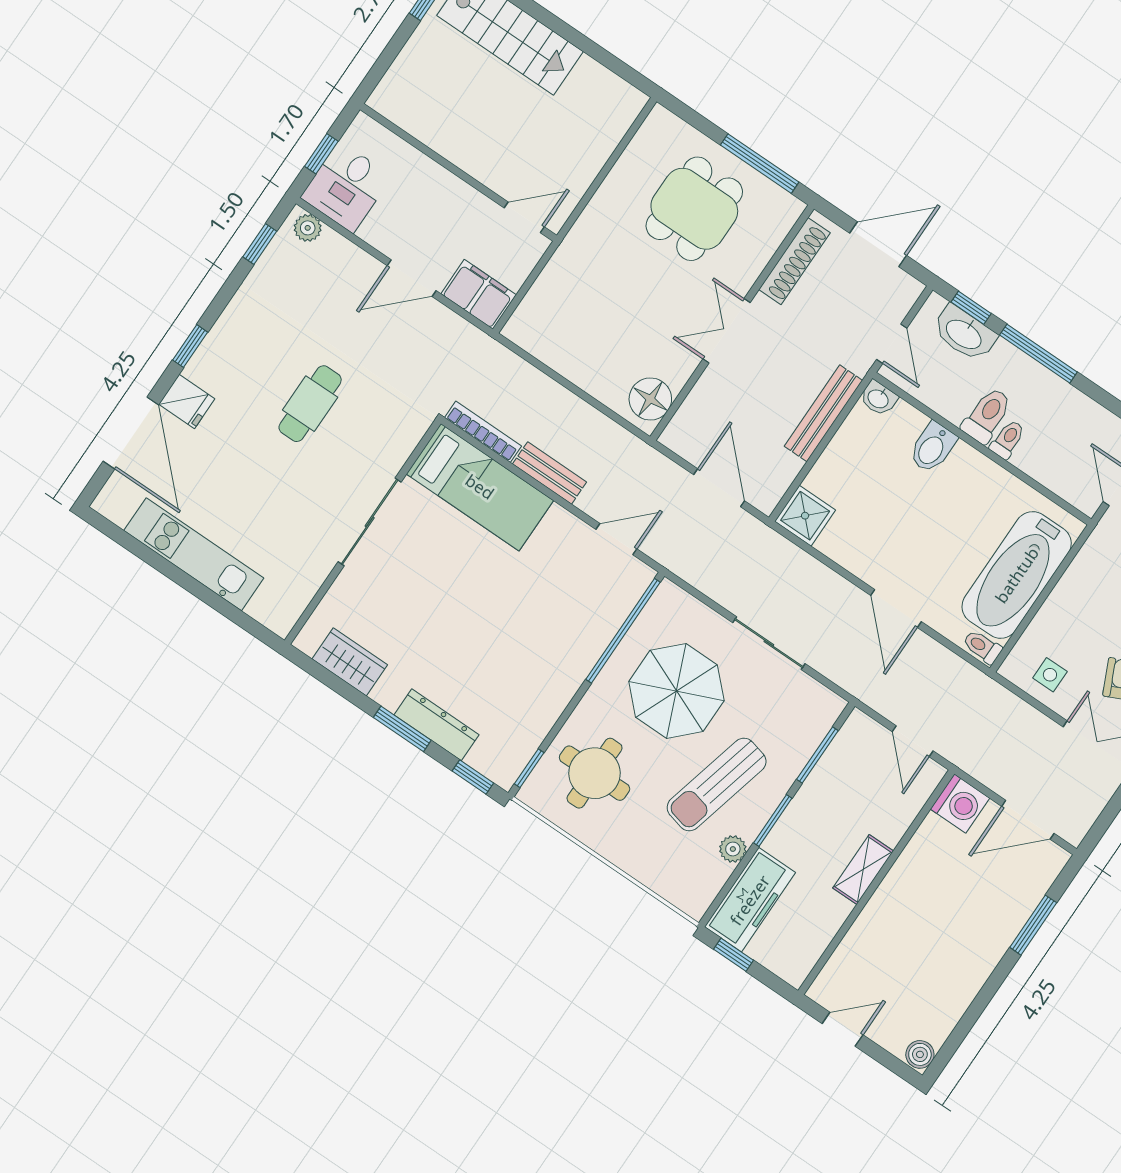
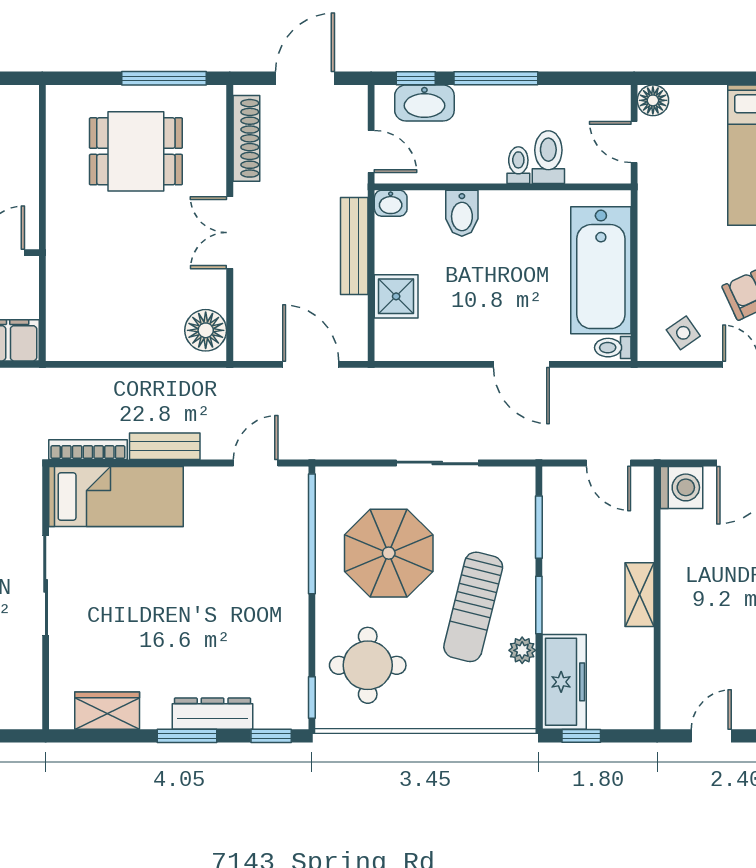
dining table: (694, 209) -> (136, 151), turned 90
toilet: (987, 415) -> (548, 157), moved
shower: (805, 516) -> (396, 296), moved
side table: (1050, 675) -> (683, 333), turned -35

